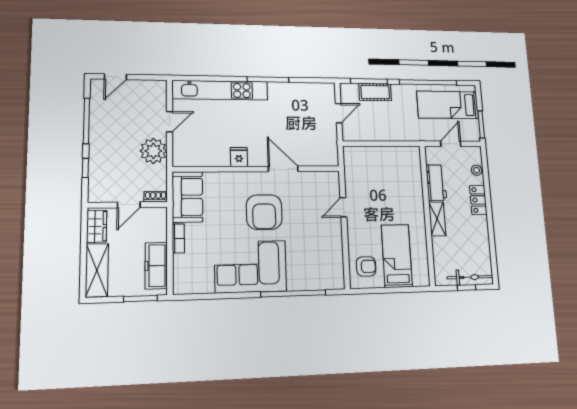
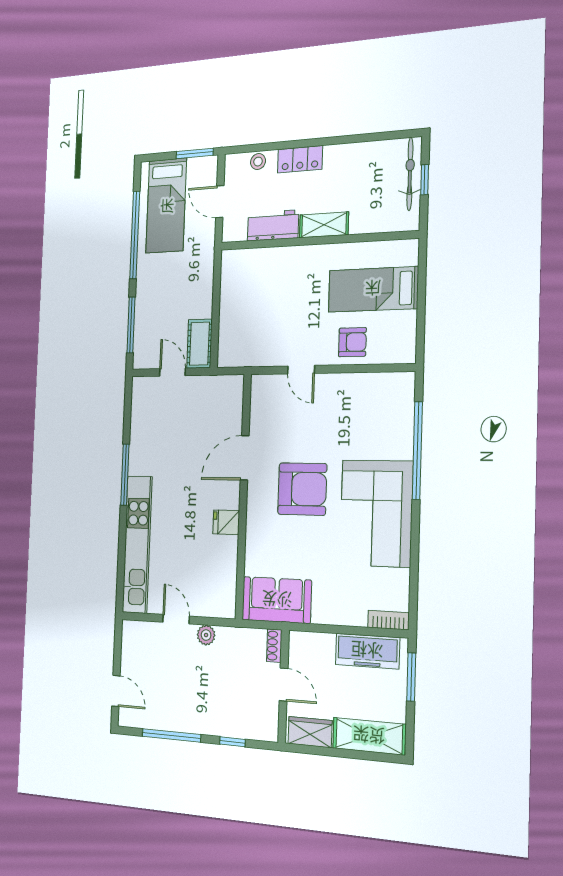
cot: (375, 92) -> (199, 344), moved
plant: (153, 151) -> (206, 635), width x0.53, depth x0.53
bookcase: (178, 238) -> (388, 620), moved
armchair: (366, 266) -> (352, 342), moved, turned 90

